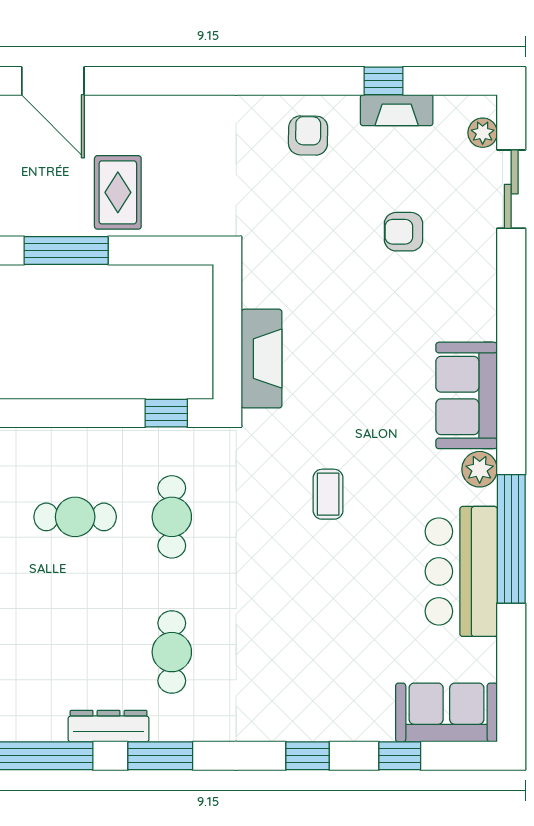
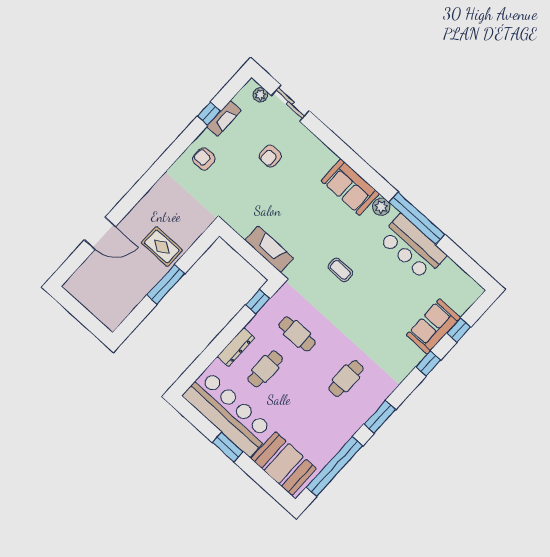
cafe table: (172, 652) -> (346, 378), turned 90
sofa: (446, 713) -> (433, 326), moved
dresser: (109, 726) -> (236, 347), moved, turned 180

